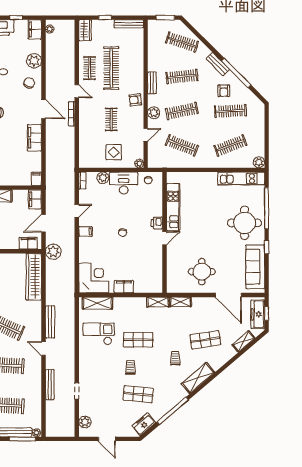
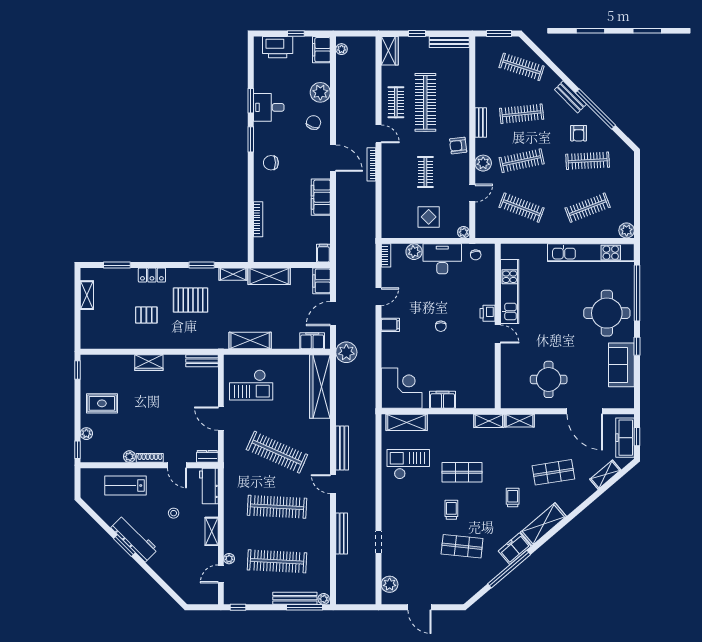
kitchen unit: (241, 179) -> (591, 253), width x1.36
door: (164, 238) -> (498, 334), hinge flipped
sofa: (255, 267) -> (621, 365), width x0.73
freezer: (144, 424) -> (515, 549), moved

